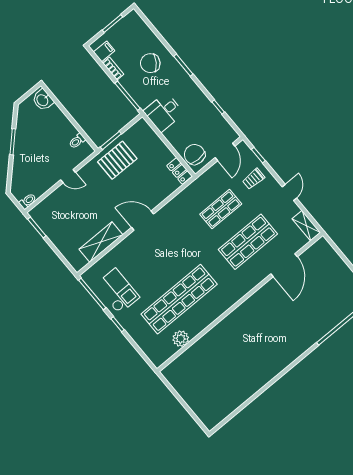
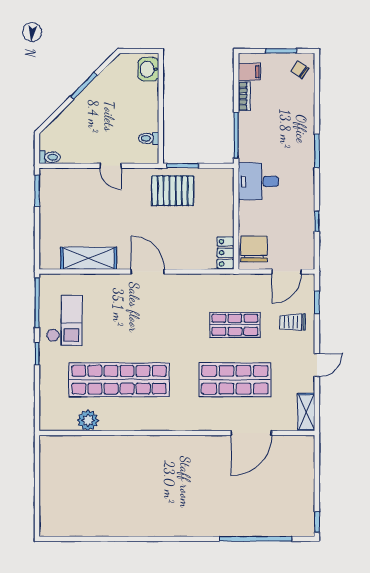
chair: (150, 63) -> (300, 70), moved, width x0.54, depth x0.54

